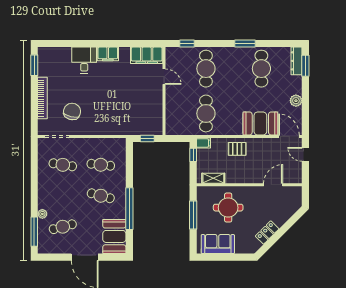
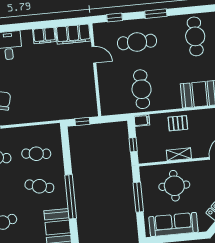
window: (245, 43) -> (156, 14), moved
filing cabinet: (108, 54) -> (44, 35), moved
cafe table: (206, 69) -> (137, 42), turned 90
window: (193, 155) -> (133, 145), moved
shelving: (213, 178) -> (179, 154), moved
sofa: (218, 244) -> (173, 224), width x1.36

